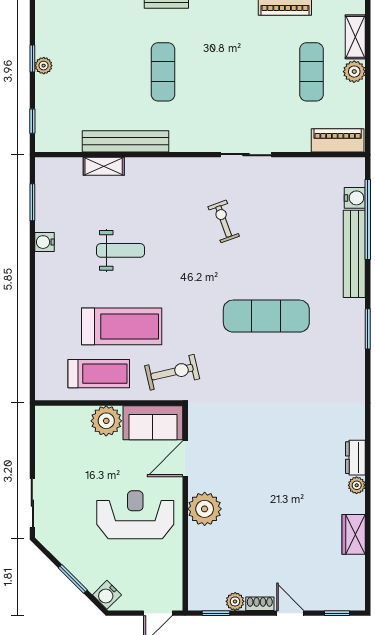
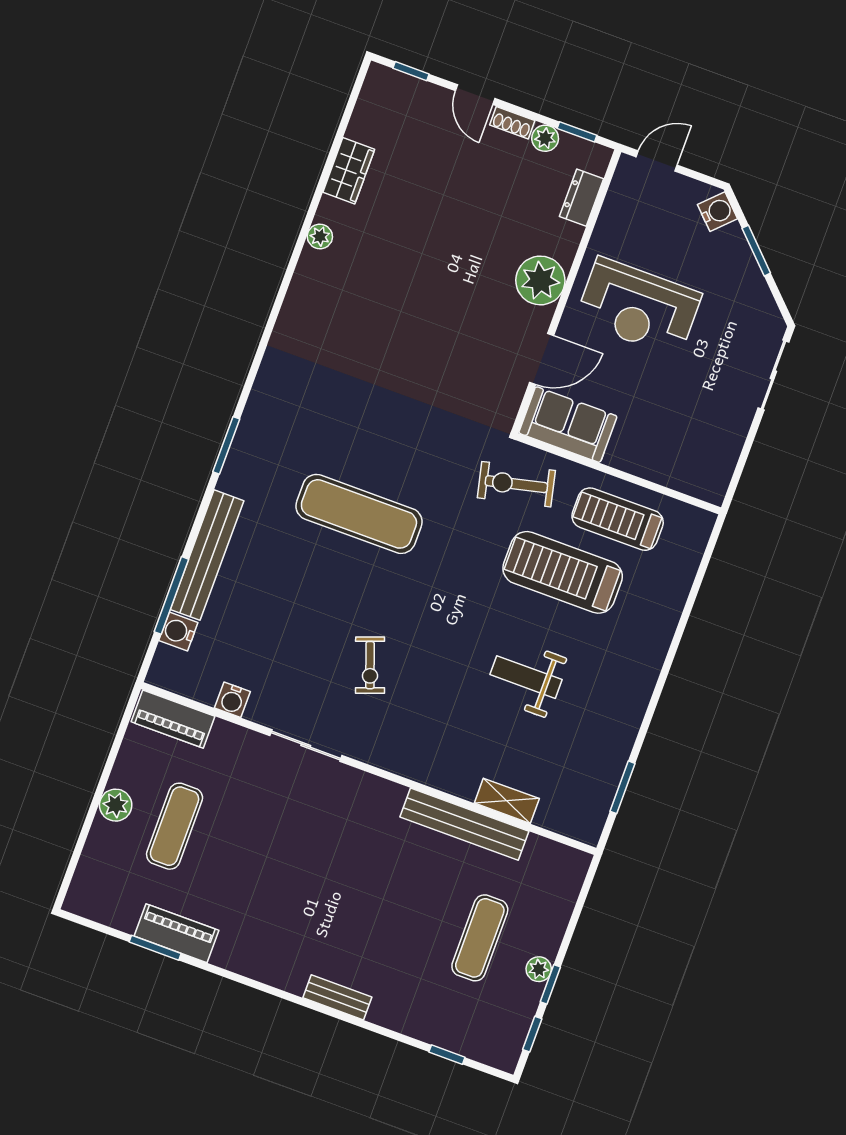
shelving: (355, 37) -> (97, 852), removed
exercise mat: (163, 72) -> (480, 938), moved
window: (32, 121) -> (532, 1034), moved
window: (368, 219) -> (171, 595), width x0.68
water cooler: (45, 242) -> (232, 700), moved, turned 90
plant: (106, 421) -> (631, 451), removed
dresser: (355, 458) -> (582, 198), moved, turned 180

